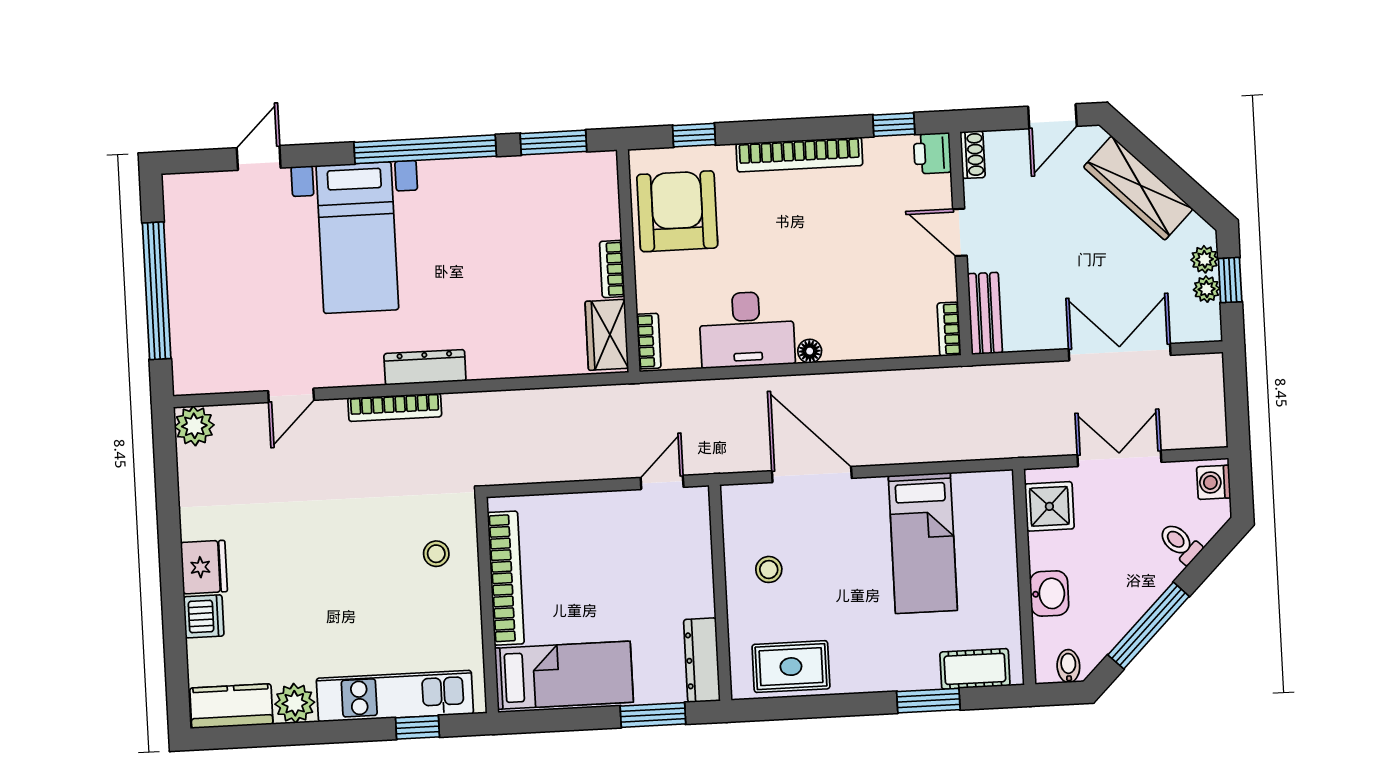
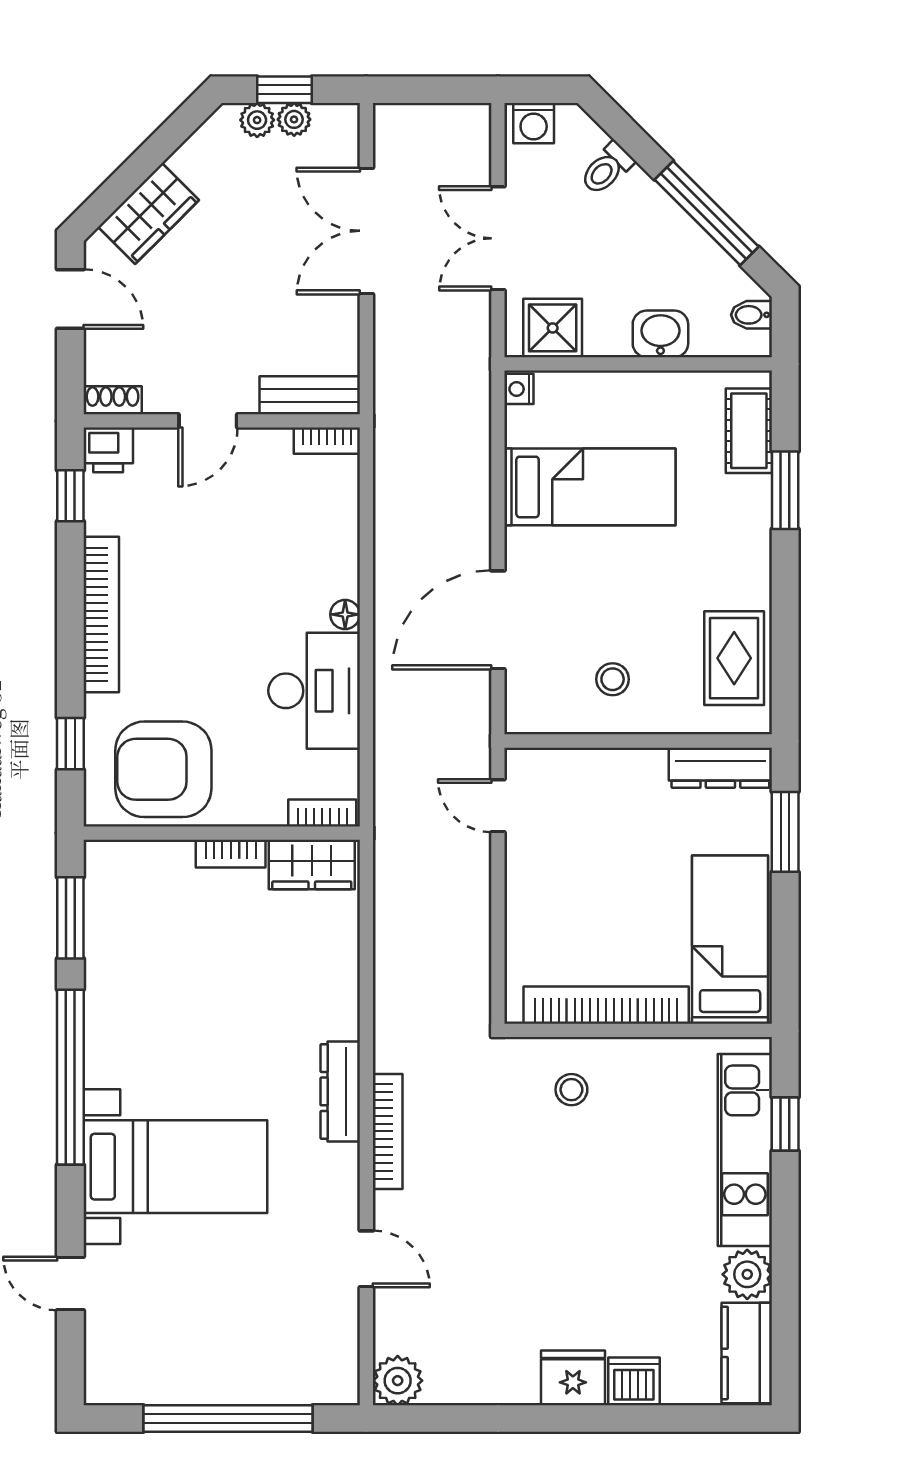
wardrobe: (1138, 188) -> (148, 213), width x0.67
nightstand: (999, 482) -> (519, 389), added

